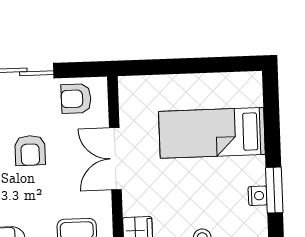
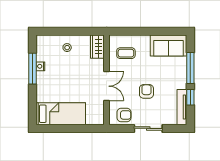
bed: (212, 133) -> (61, 114), moved
window: (274, 190) -> (32, 69), width x1.44

